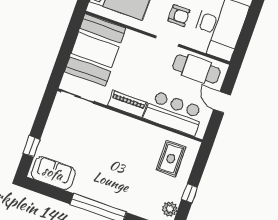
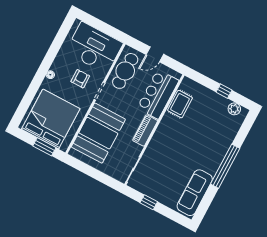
booth: (95, 50) -> (98, 133), moved, turned 90
window: (32, 146) -> (149, 202), moved
rug: (171, 159) -> (180, 104), moved, turned 90
sofa: (53, 173) -> (195, 193), width x1.36

